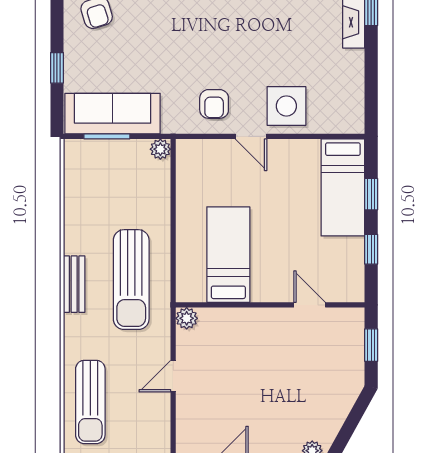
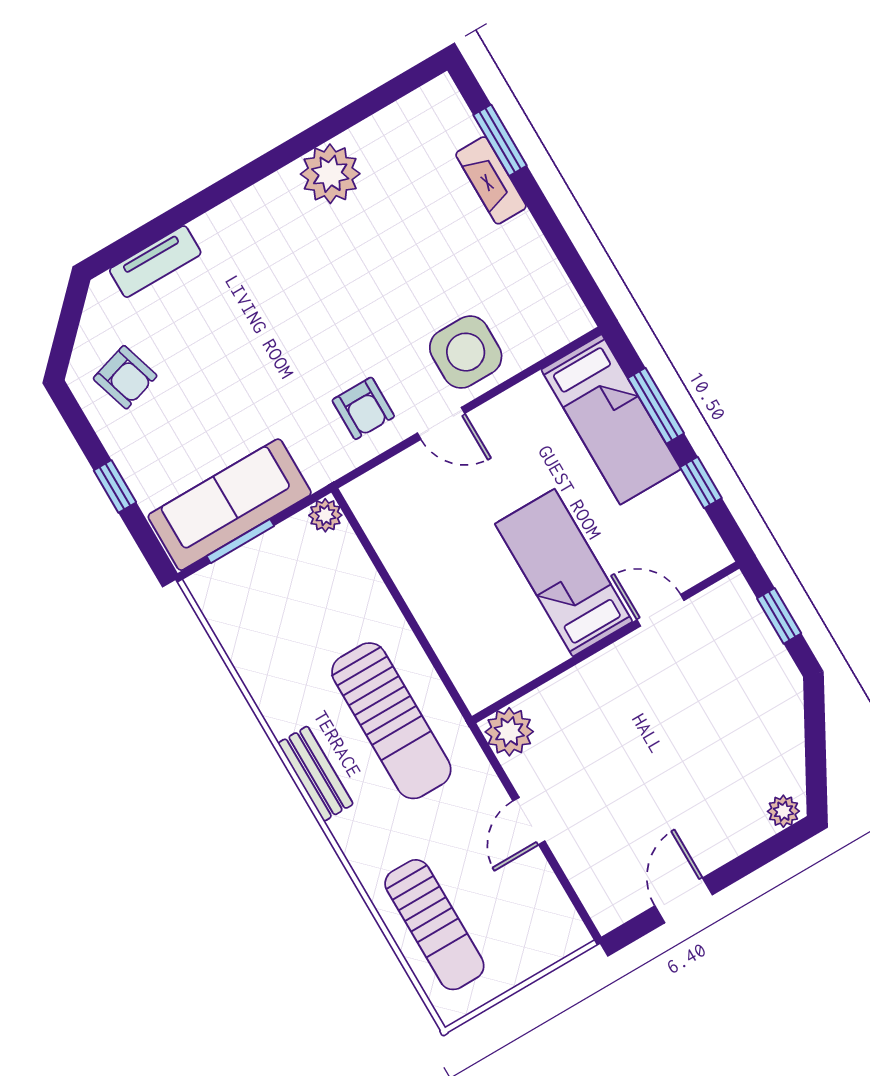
window: (371, 194) -> (656, 406), width x1.50
bed: (228, 255) -> (564, 573), moved
plant: (187, 318) -> (509, 732), width x1.38, depth x1.38

